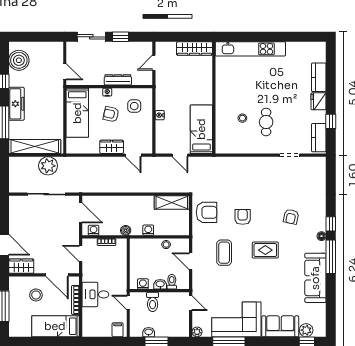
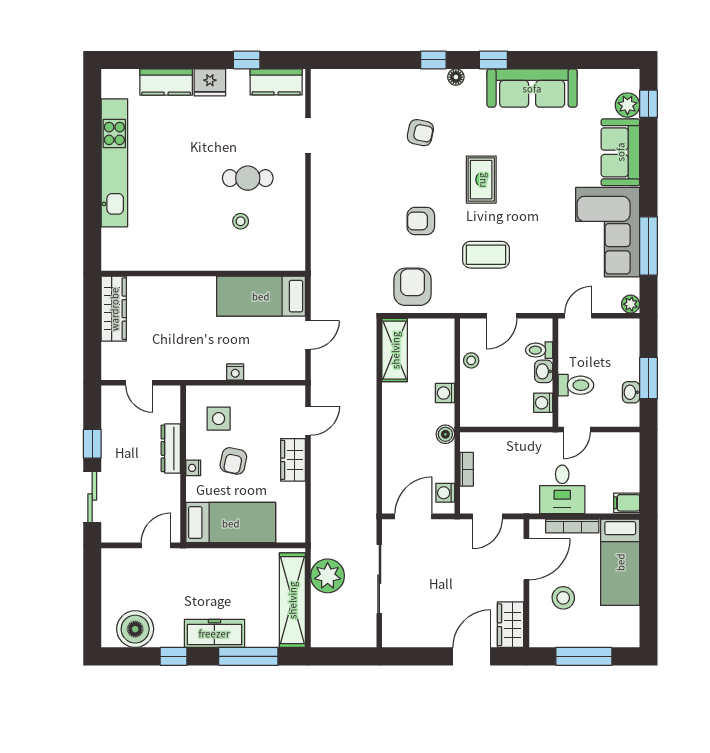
kitchen unit: (250, 49) -> (114, 163), moved
window: (331, 257) -> (493, 60), width x0.46
filing cabinet: (118, 330) -> (627, 503), moved

